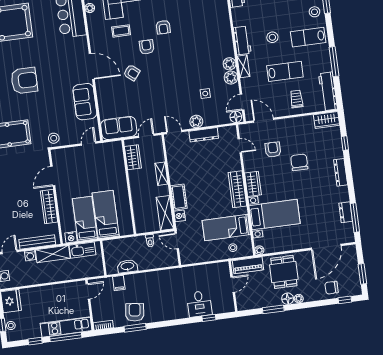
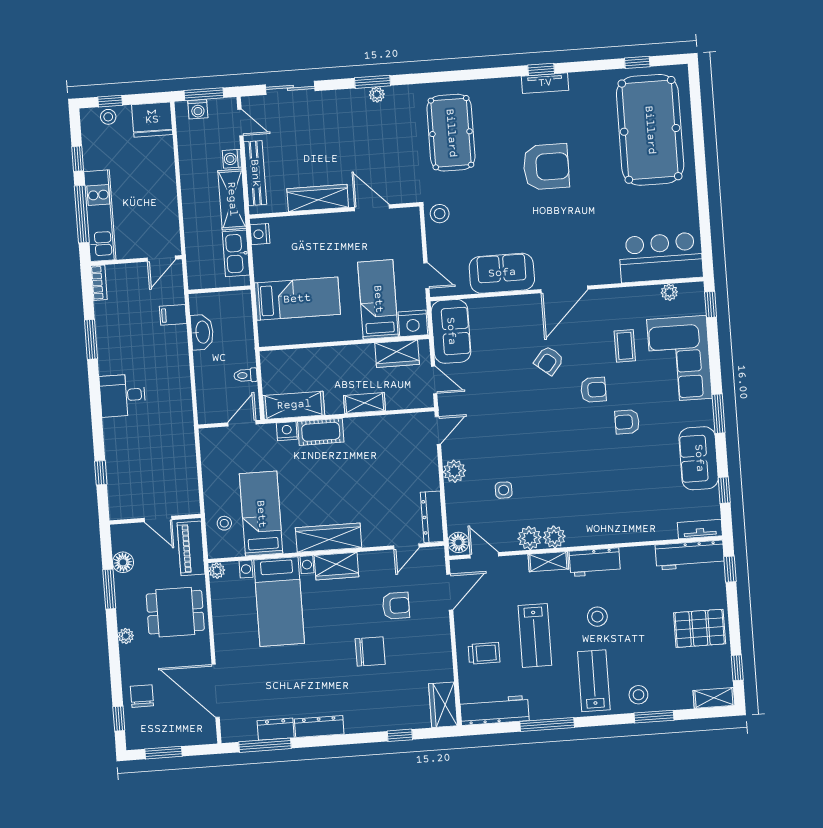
armchair: (24, 81) -> (546, 167), turned -90
dresser: (204, 135) -> (432, 517), moved
nightstand: (116, 149) -> (413, 323), added
dresser: (341, 172) -> (319, 727), moved
bed: (85, 219) -> (378, 299), moved, turned -90
door: (88, 291) -> (161, 259), hinge flipped
floor lamp: (288, 299) -> (123, 562), moved
desk: (199, 304) -> (123, 395), moved
armchair: (135, 312) -> (119, 340), removed

